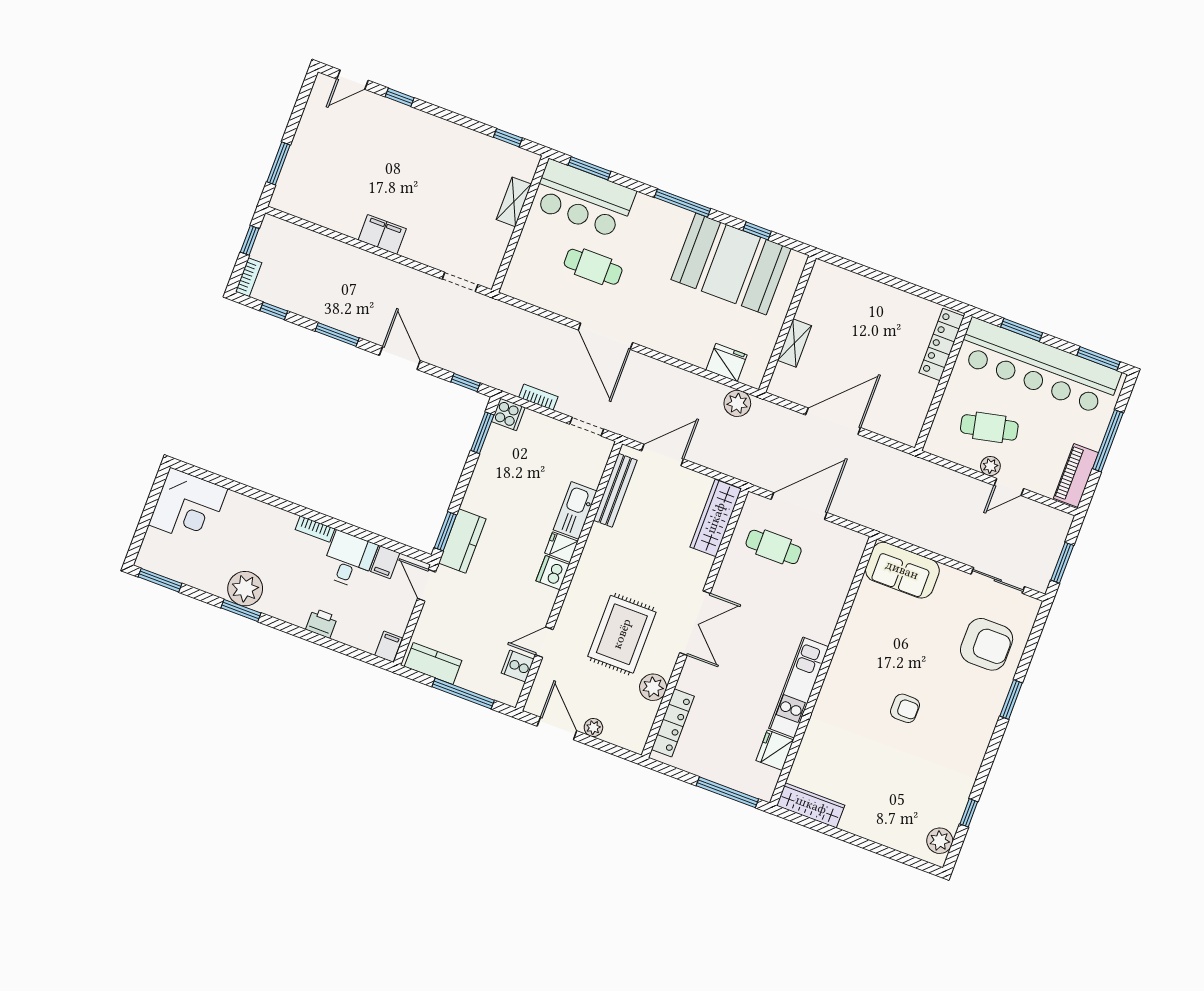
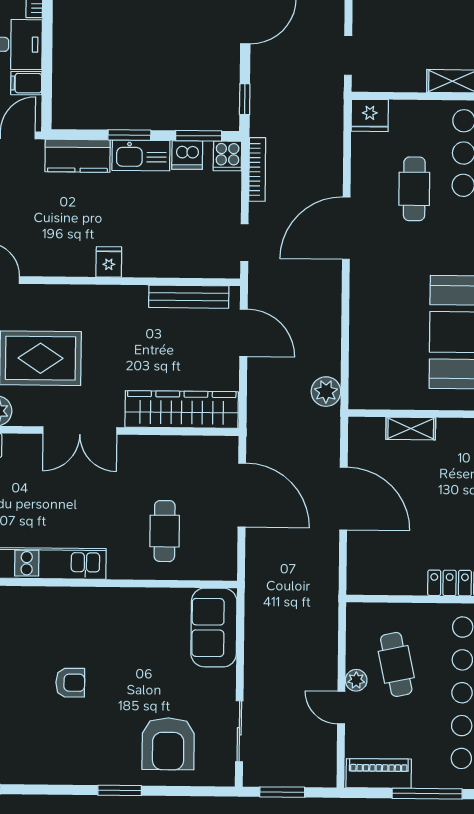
fridge: (727, 363) -> (370, 115), moved, turned 90
bookcase: (538, 397) -> (257, 169), width x1.56
kitchen sink: (575, 510) -> (141, 155), moved, turned 180
wardrobe: (716, 518) -> (182, 409), width x1.40, depth x1.17
window: (445, 531) -> (129, 135), moved
cafe table: (774, 547) -> (165, 531), moved
dishwasher: (553, 573) -> (187, 155), moved, turned 180
armchair: (905, 708) -> (70, 683), turned -90

